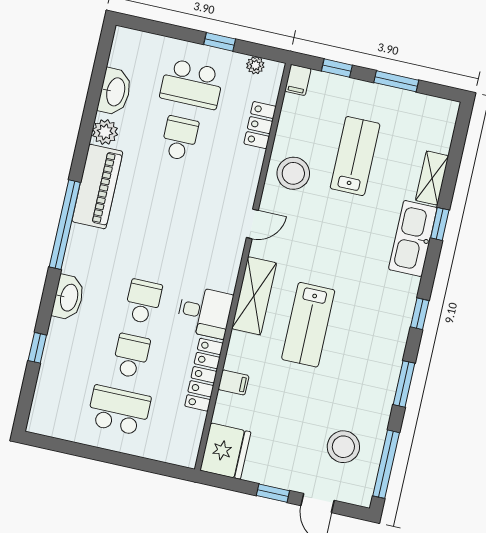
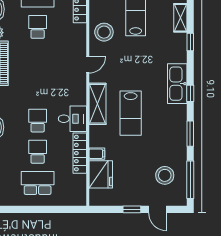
kitchen sink: (413, 238) -> (177, 84), moved
fridge: (225, 451) -> (101, 174), moved

